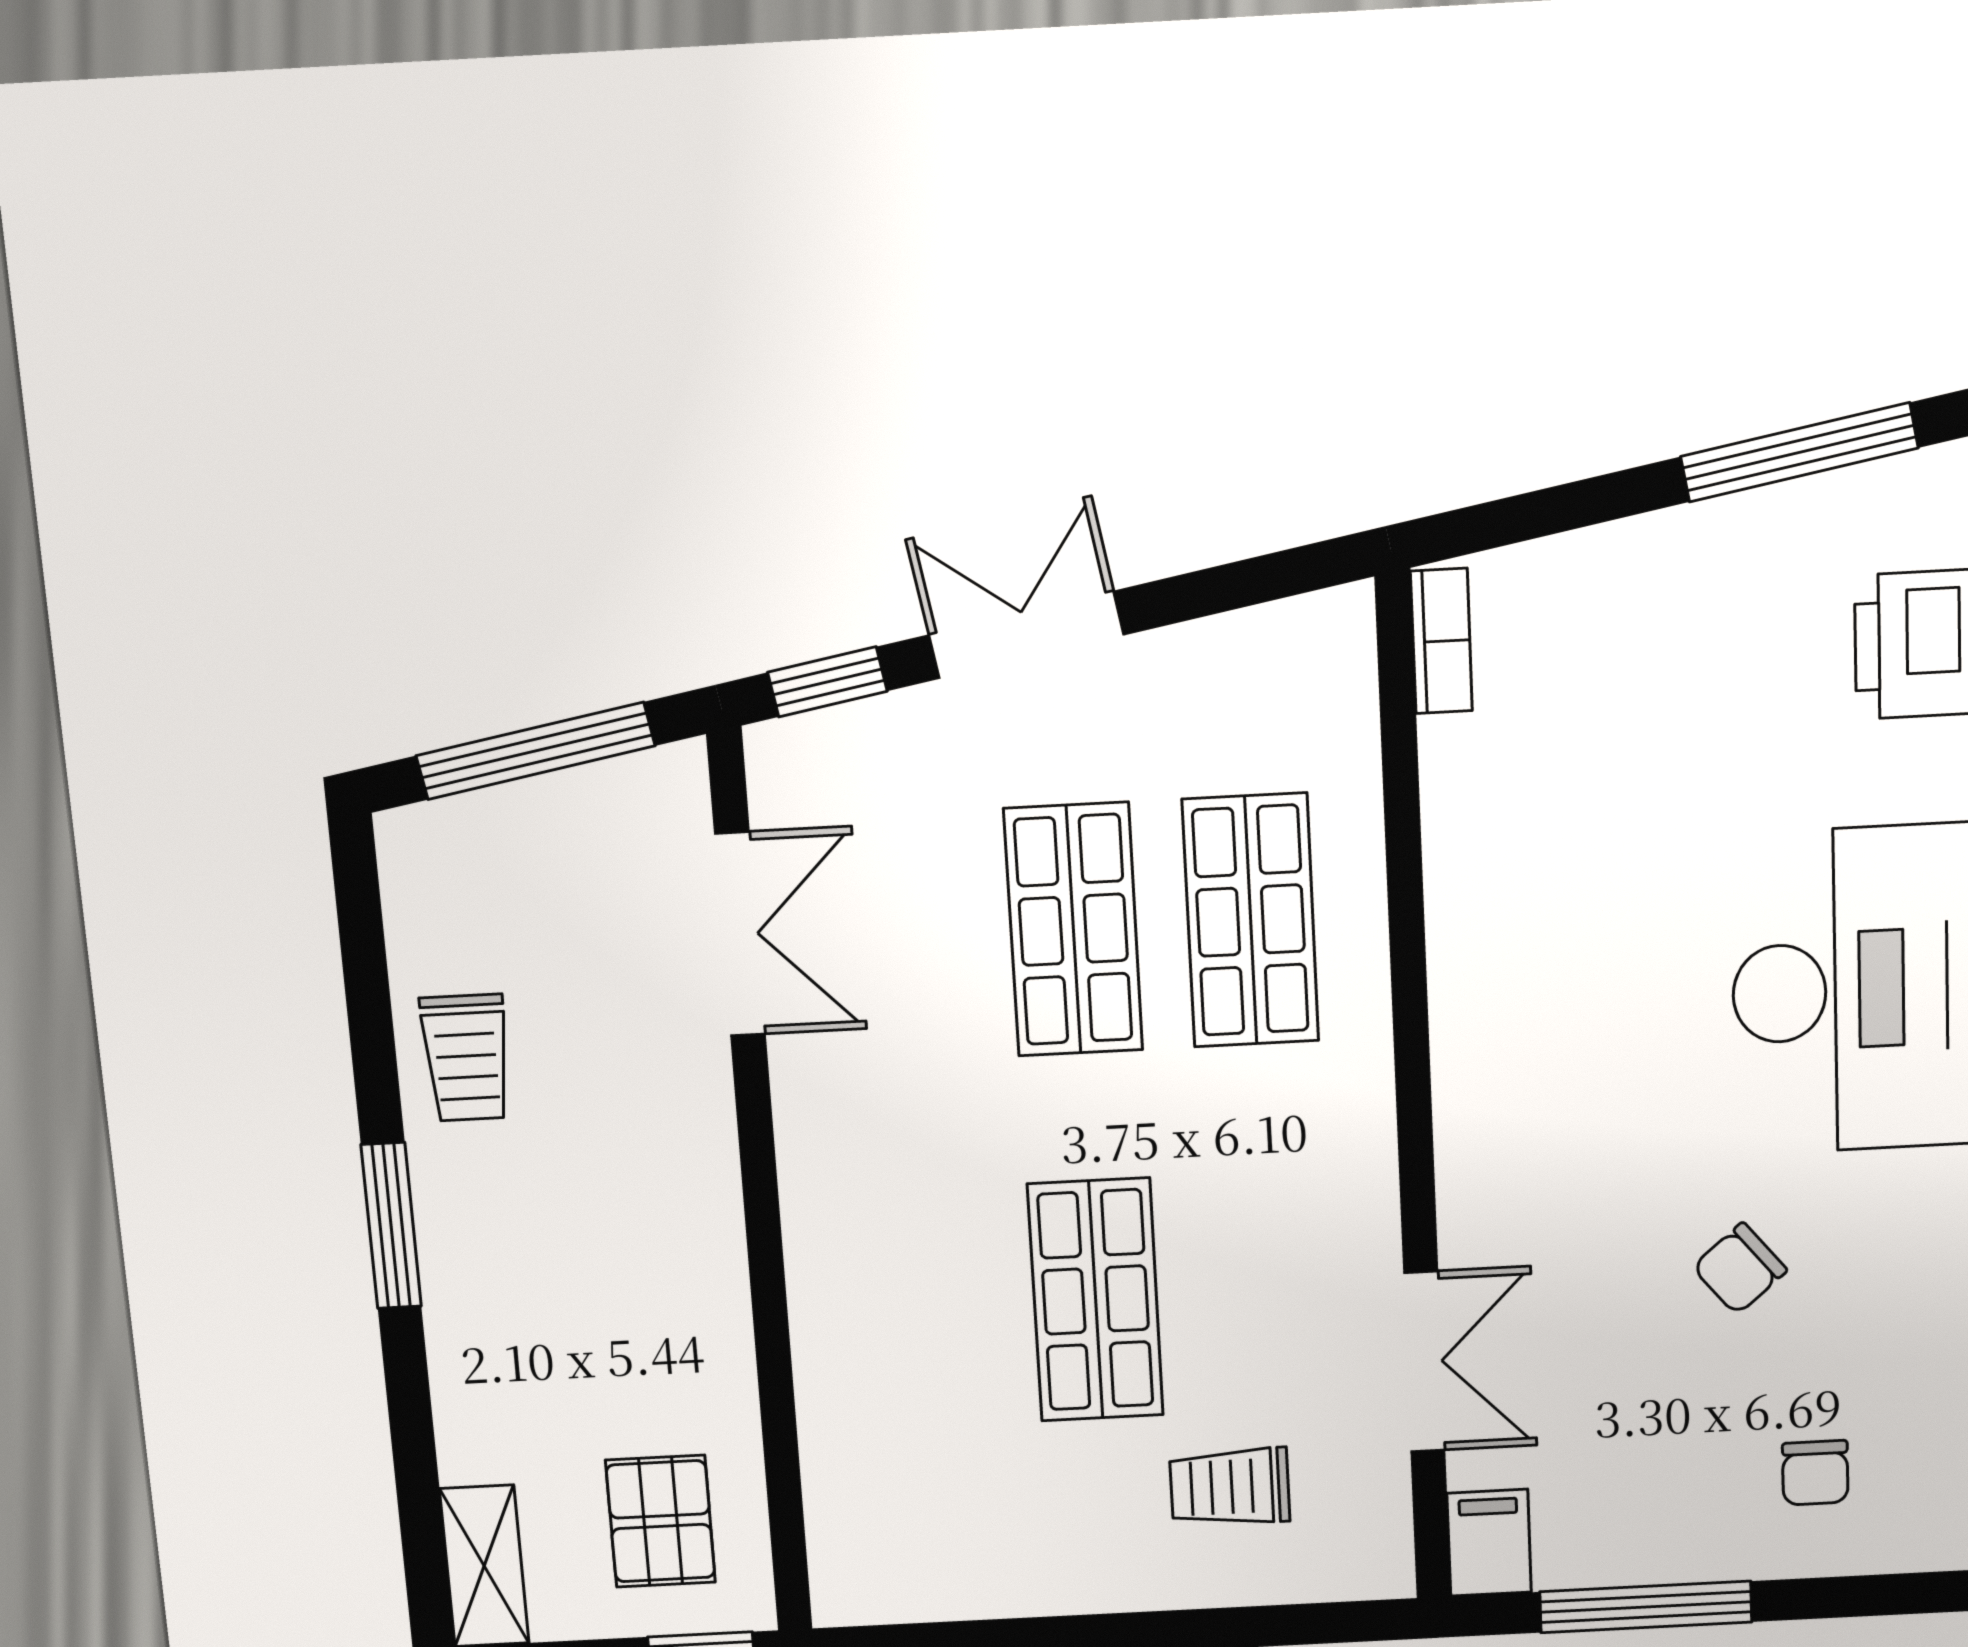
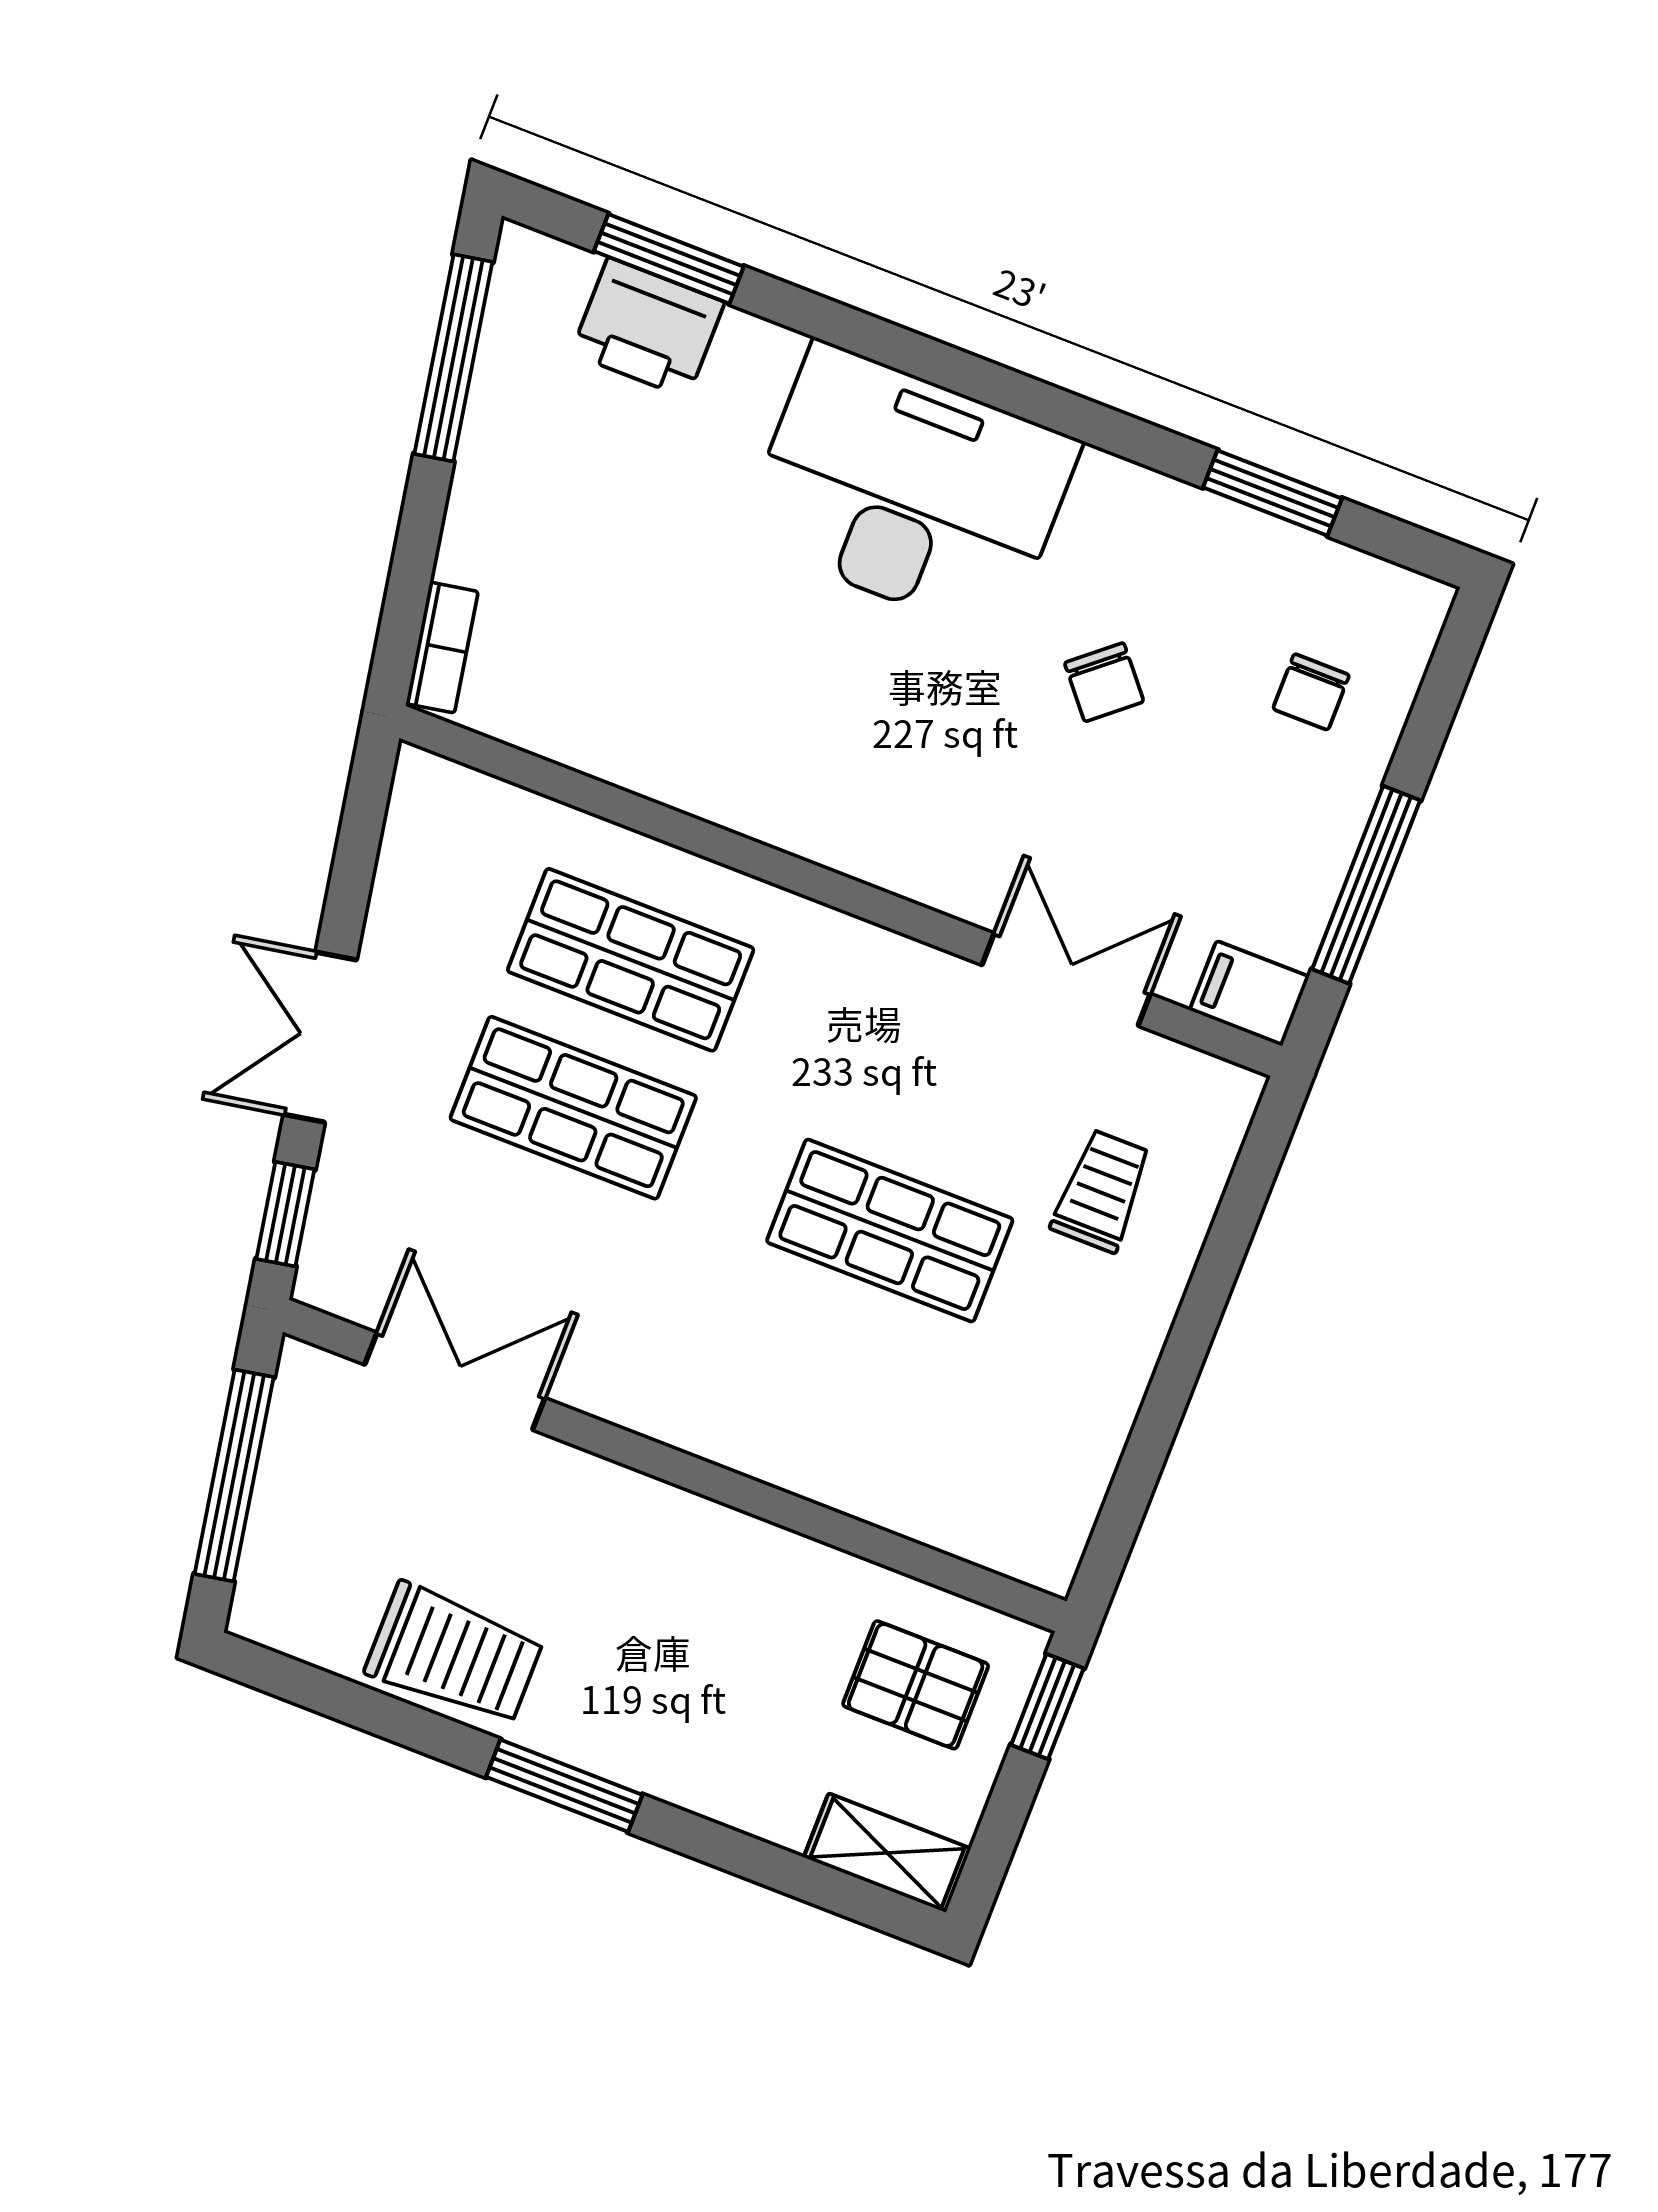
bookcase: (1441, 641) -> (442, 648), moved, turned 80
trolley: (466, 1058) -> (454, 1654), width x1.36, depth x1.39
chair: (1815, 1473) -> (1311, 692), turned 90
trolley: (1230, 1487) -> (1102, 1191), turned 180

